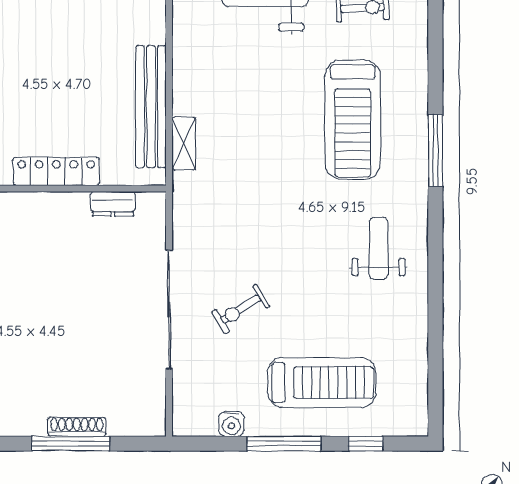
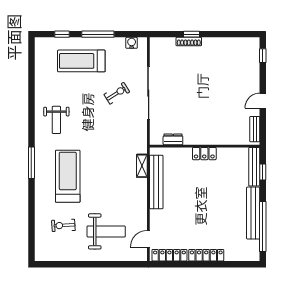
locker: (56, 171) -> (204, 154), width x0.66
water cooler: (231, 424) -> (132, 43), moved
window: (71, 444) -> (191, 34), width x0.46

